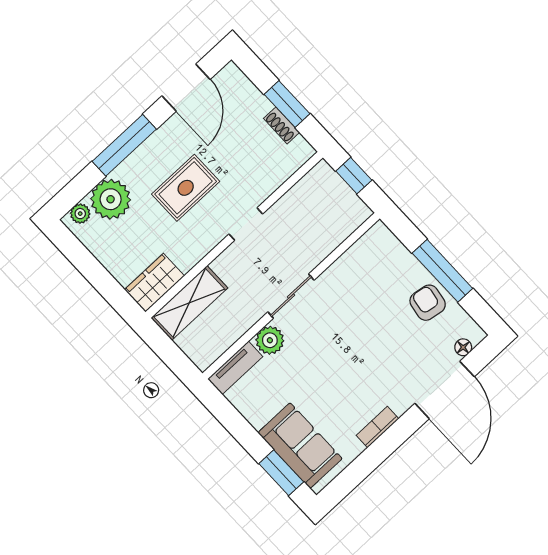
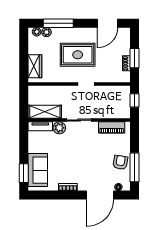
window: (124, 145) -> (58, 23), moved
rug: (186, 188) -> (78, 55), width x1.36, depth x1.43
plant: (111, 199) -> (46, 32), width x0.53, depth x0.53
piano: (358, 257) -> (112, 127), added
window: (442, 271) -> (134, 167), moved
wardrobe: (154, 283) -> (35, 66), moved, turned 90
shelving: (189, 303) -> (45, 112), moved

